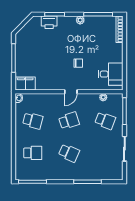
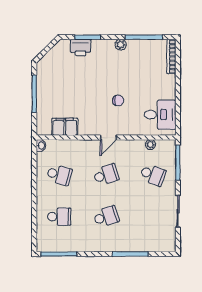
filing cabinet: (25, 83) -> (65, 127), moved
school desk: (69, 153) -> (106, 217), turned -42

